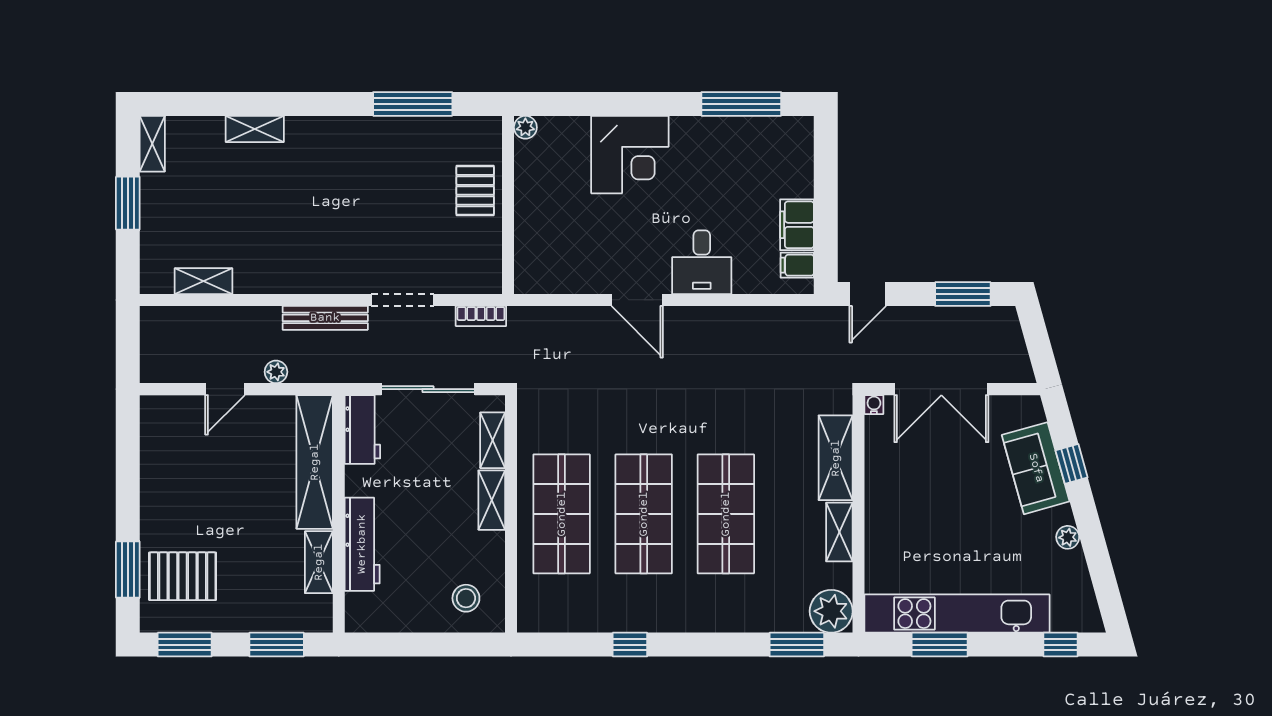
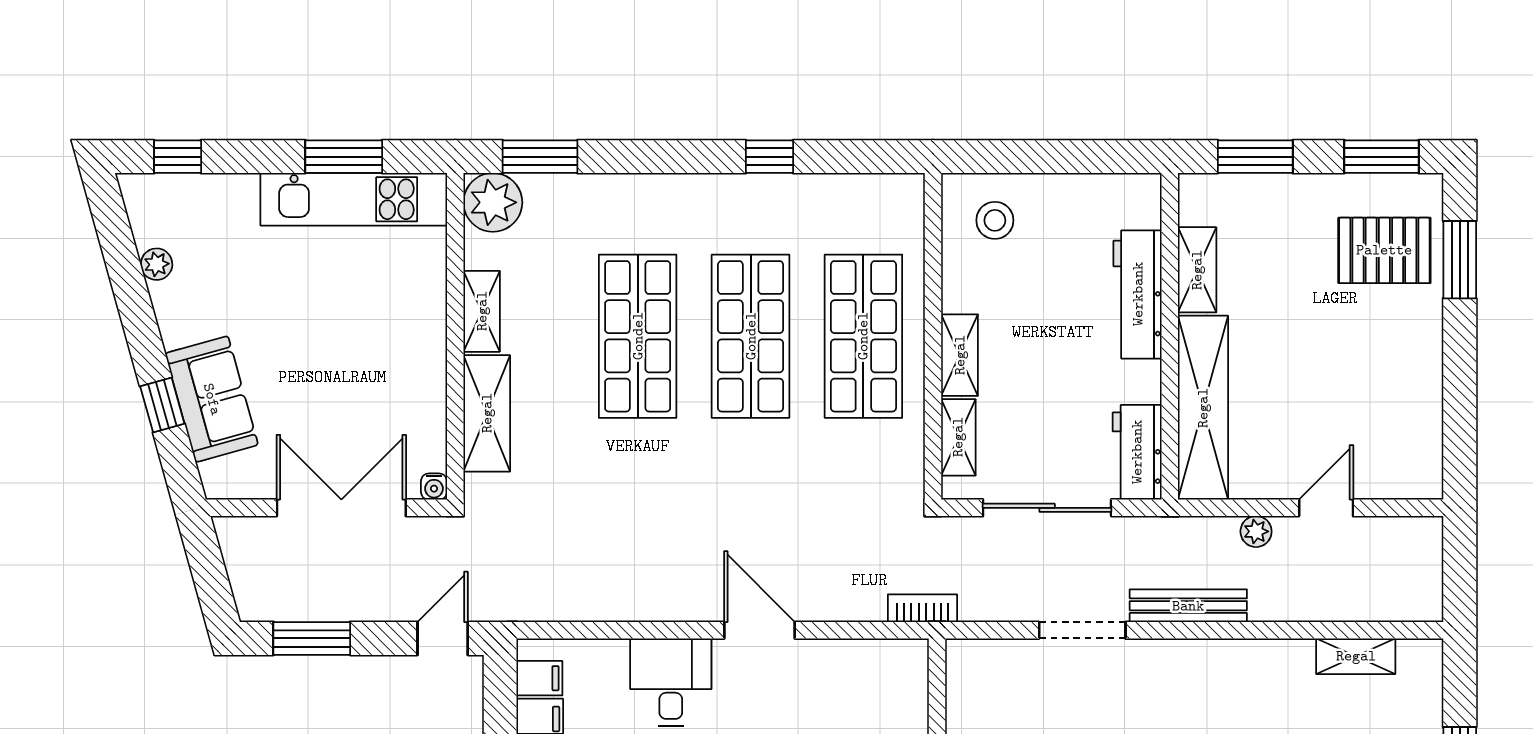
bookcase: (481, 316) -> (922, 608), moved
plant: (1068, 537) -> (157, 264), moved
kitchen unit: (957, 614) -> (354, 199), width x0.73

